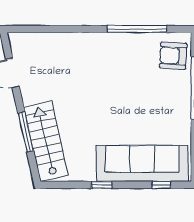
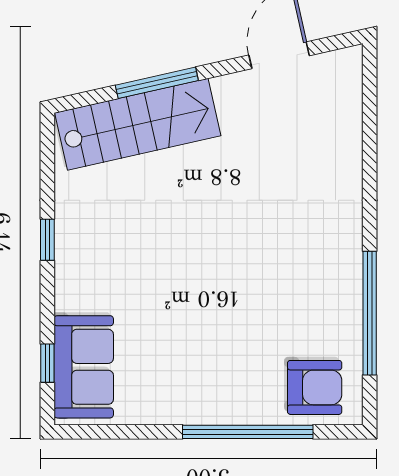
armchair: (173, 56) -> (315, 387), turned 86
sofa: (142, 164) -> (84, 367), width x0.54, depth x0.79

